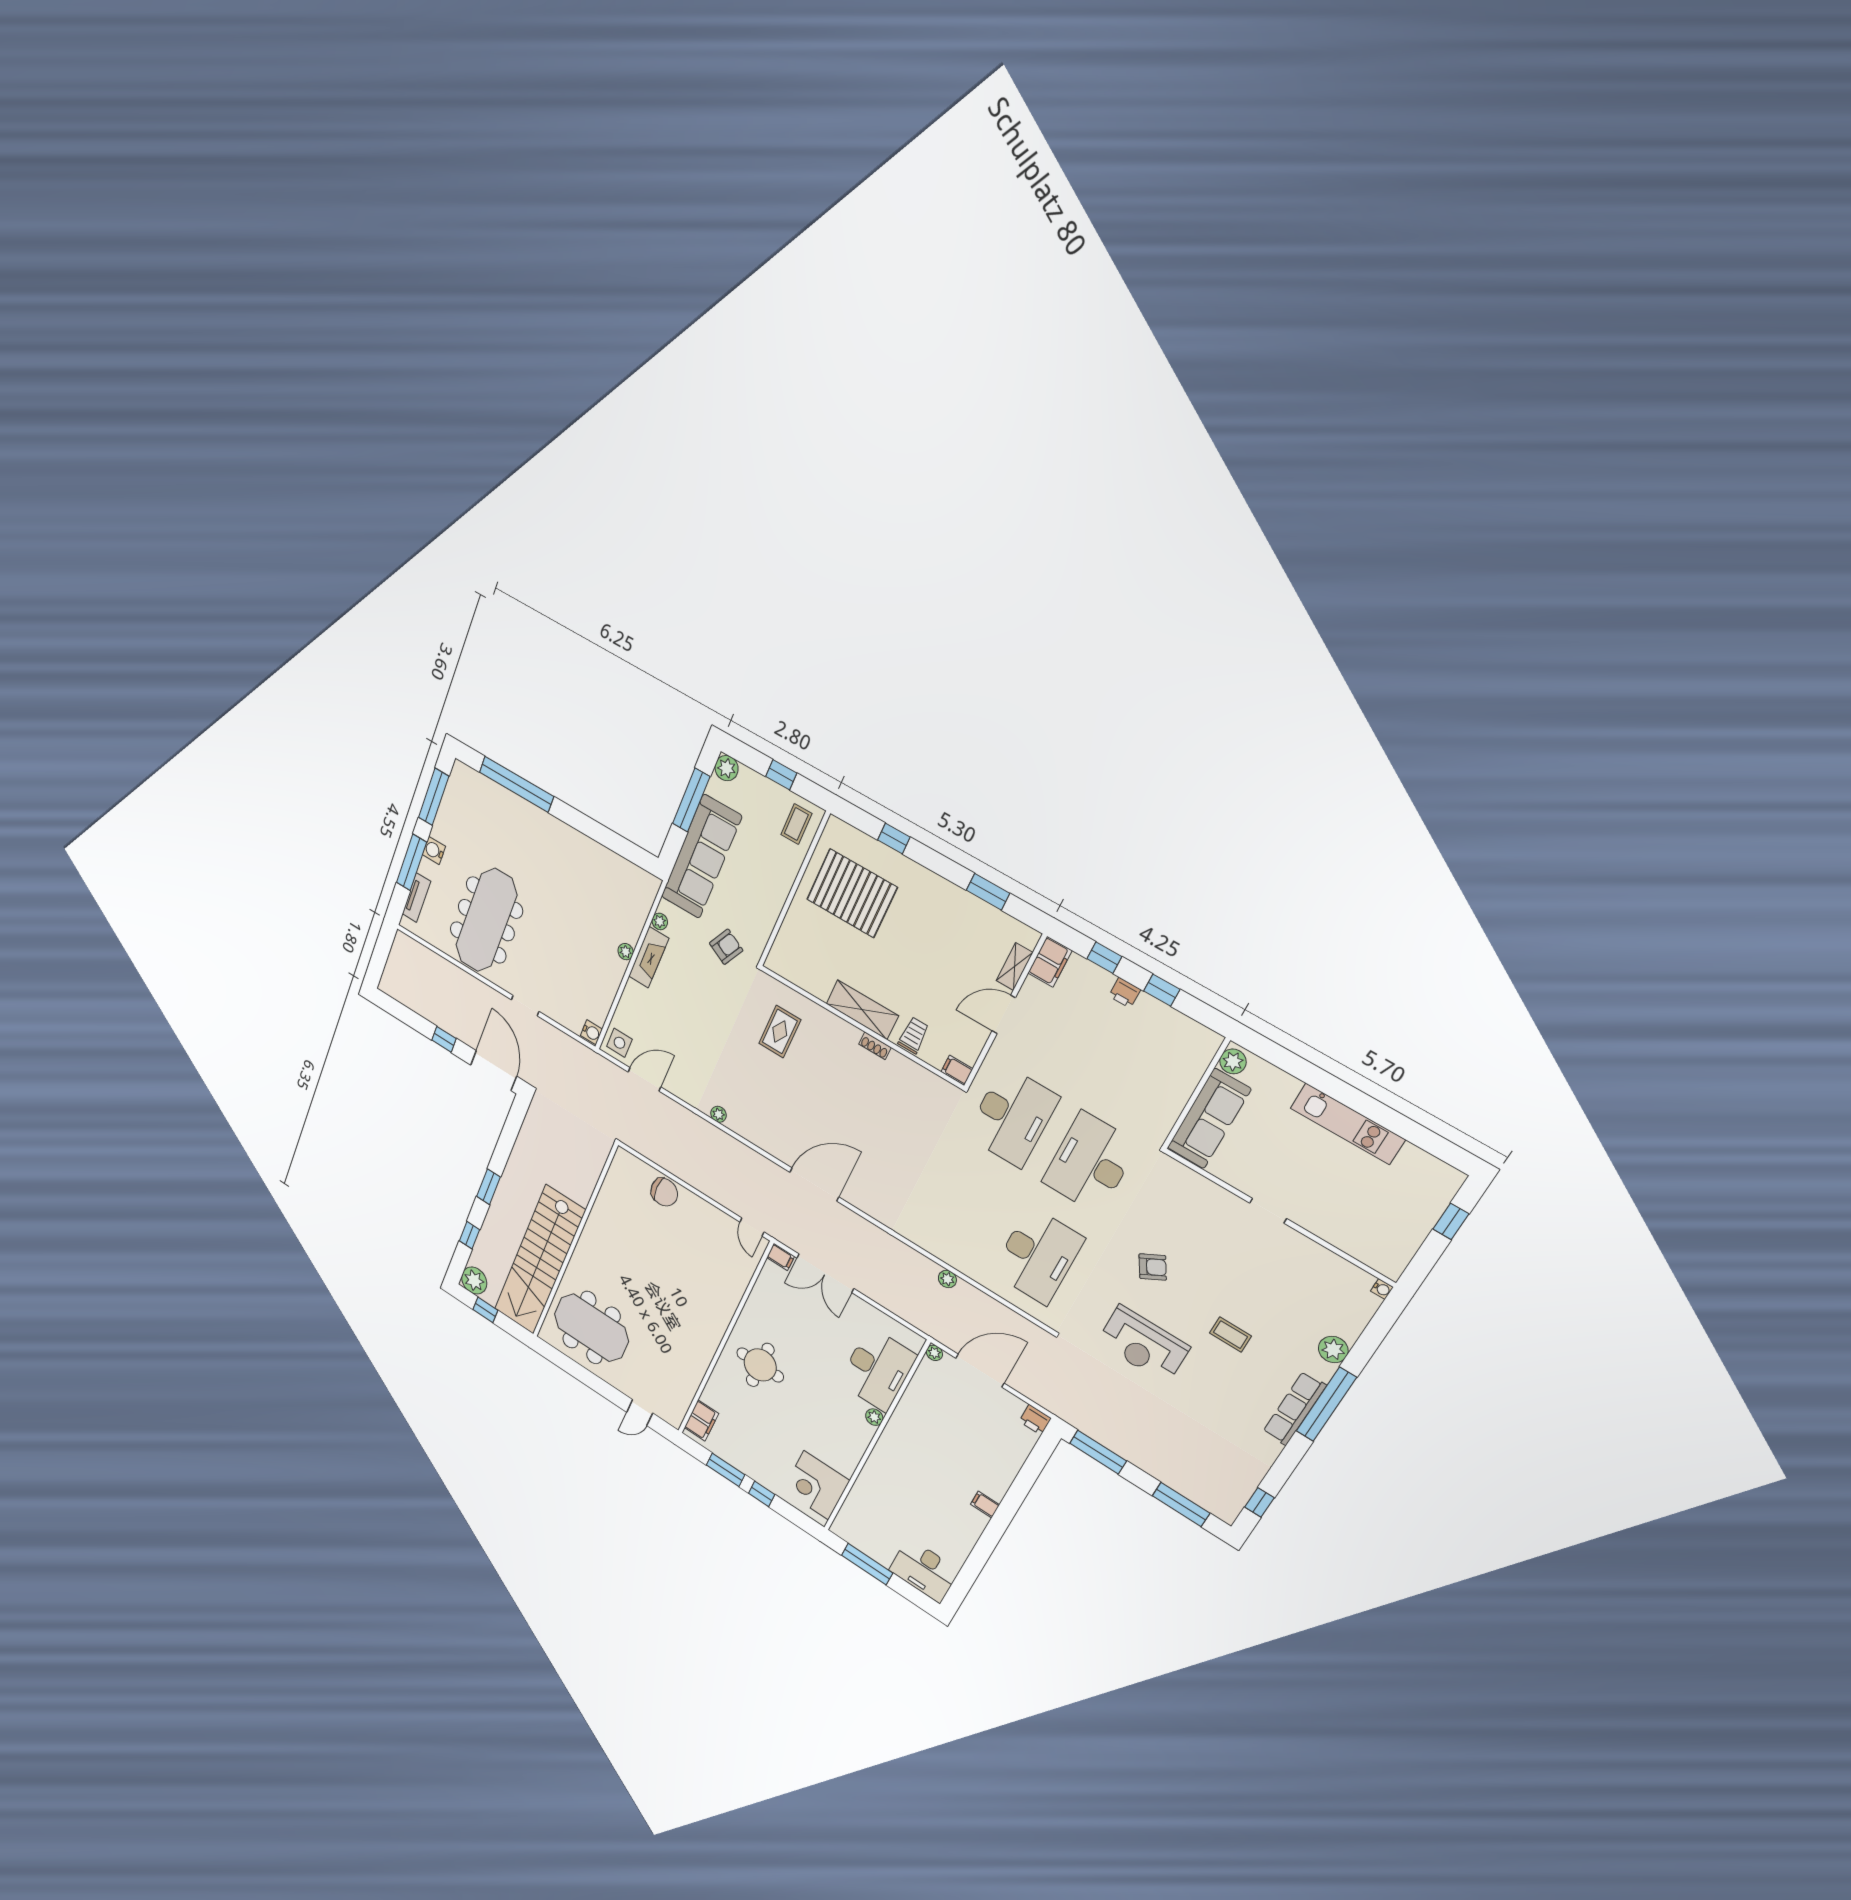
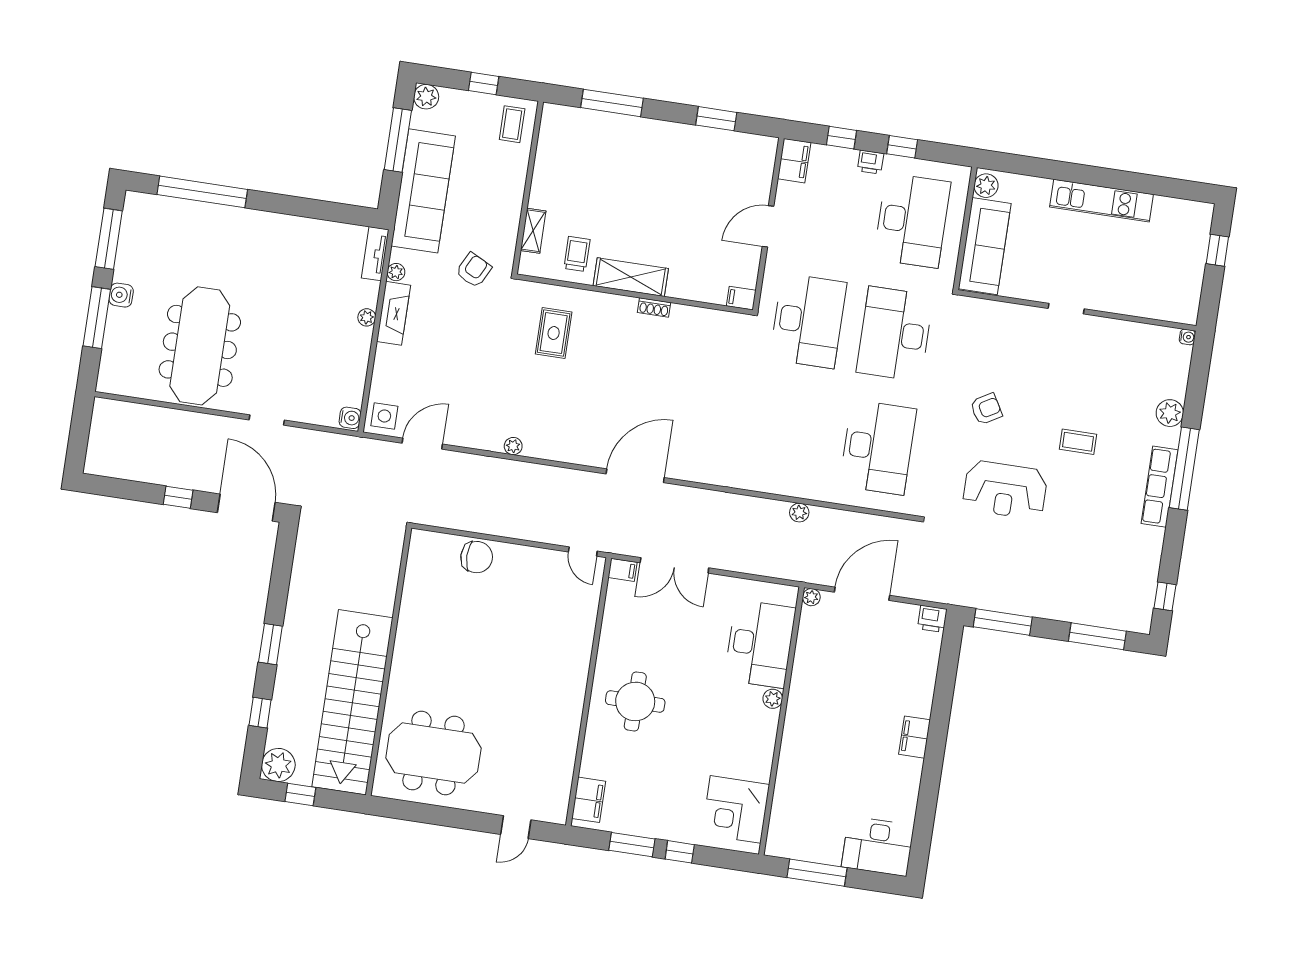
window: (894, 838) -> (612, 103), width x2.17
pallet: (852, 893) -> (587, 169), removed
tv unit: (416, 898) -> (375, 254), moved, turned 180
shelving: (1015, 967) -> (533, 231), moved
trolley: (914, 1035) -> (577, 254), moved
desk: (1146, 1065) -> (912, 220), added
filing cabinet: (985, 1504) -> (915, 737), width x2.00

